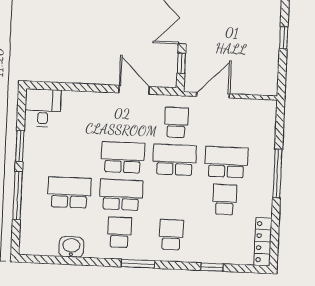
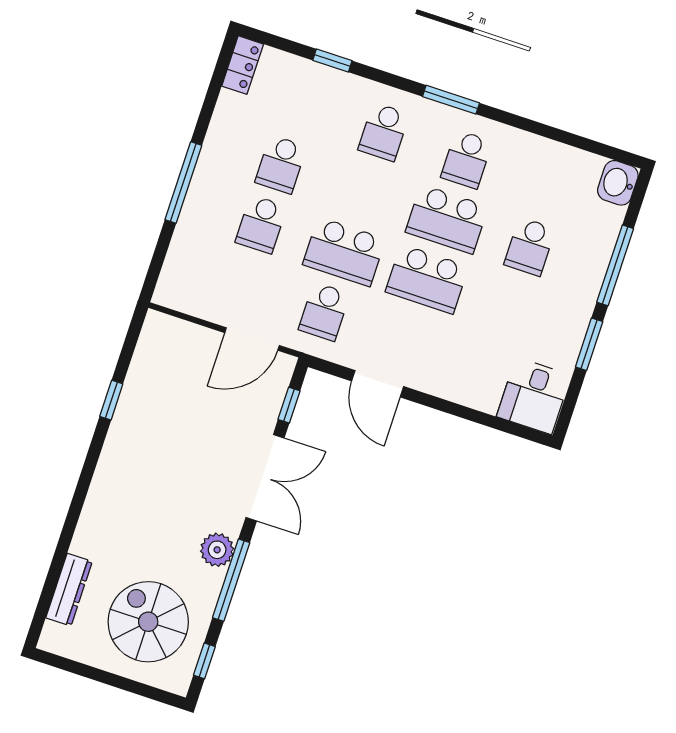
school desk: (226, 162) -> (261, 224), width x0.54
school desk: (69, 192) -> (530, 247), width x0.54
locker: (263, 242) -> (243, 65), width x0.66
washbasin: (71, 247) -> (618, 183), moved, turned 90

